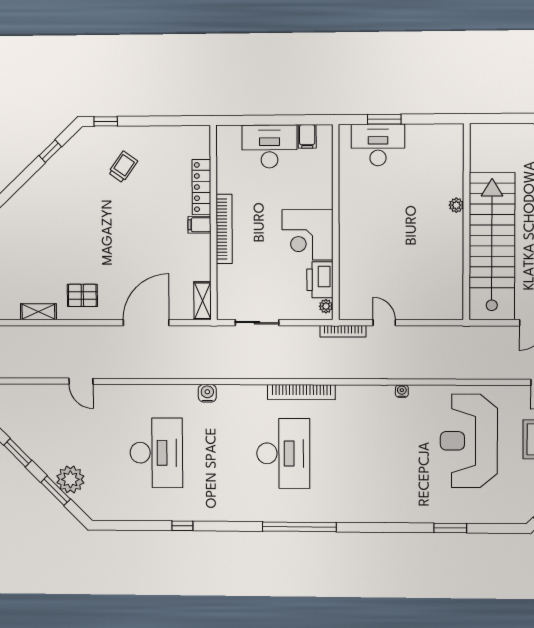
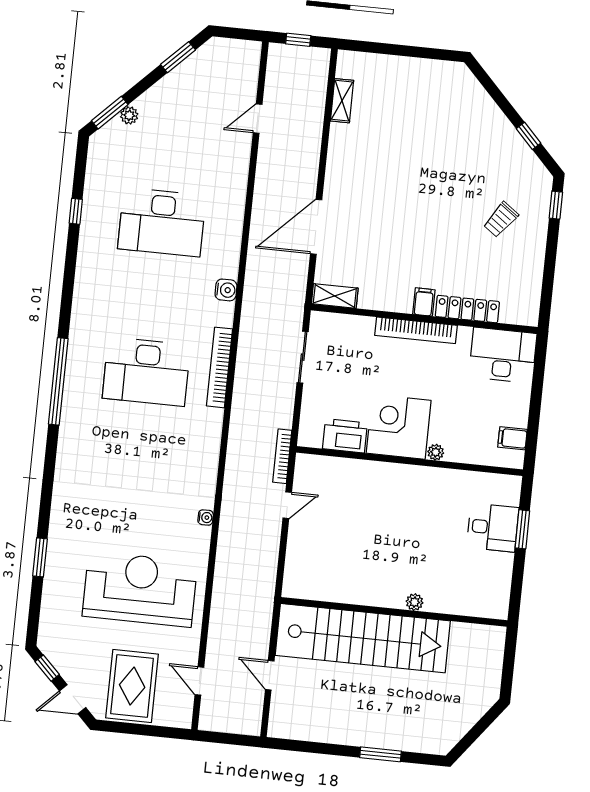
desk: (378, 145) -> (493, 527), width x0.73
desk: (269, 146) -> (503, 355), moved, turned -90
trolley: (123, 167) -> (501, 220), turned 91
pallet: (82, 295) -> (356, 155), removed
plant: (326, 306) -> (436, 452), moved
door: (146, 323) -> (316, 227), swing flipped
door: (81, 381) -> (258, 119), moved
bookcase: (301, 392) -> (220, 367), moved
plant: (70, 479) -> (129, 115), width x0.53, depth x0.53
window: (56, 491) -> (110, 113), moved
window: (182, 526) -> (76, 211), moved

